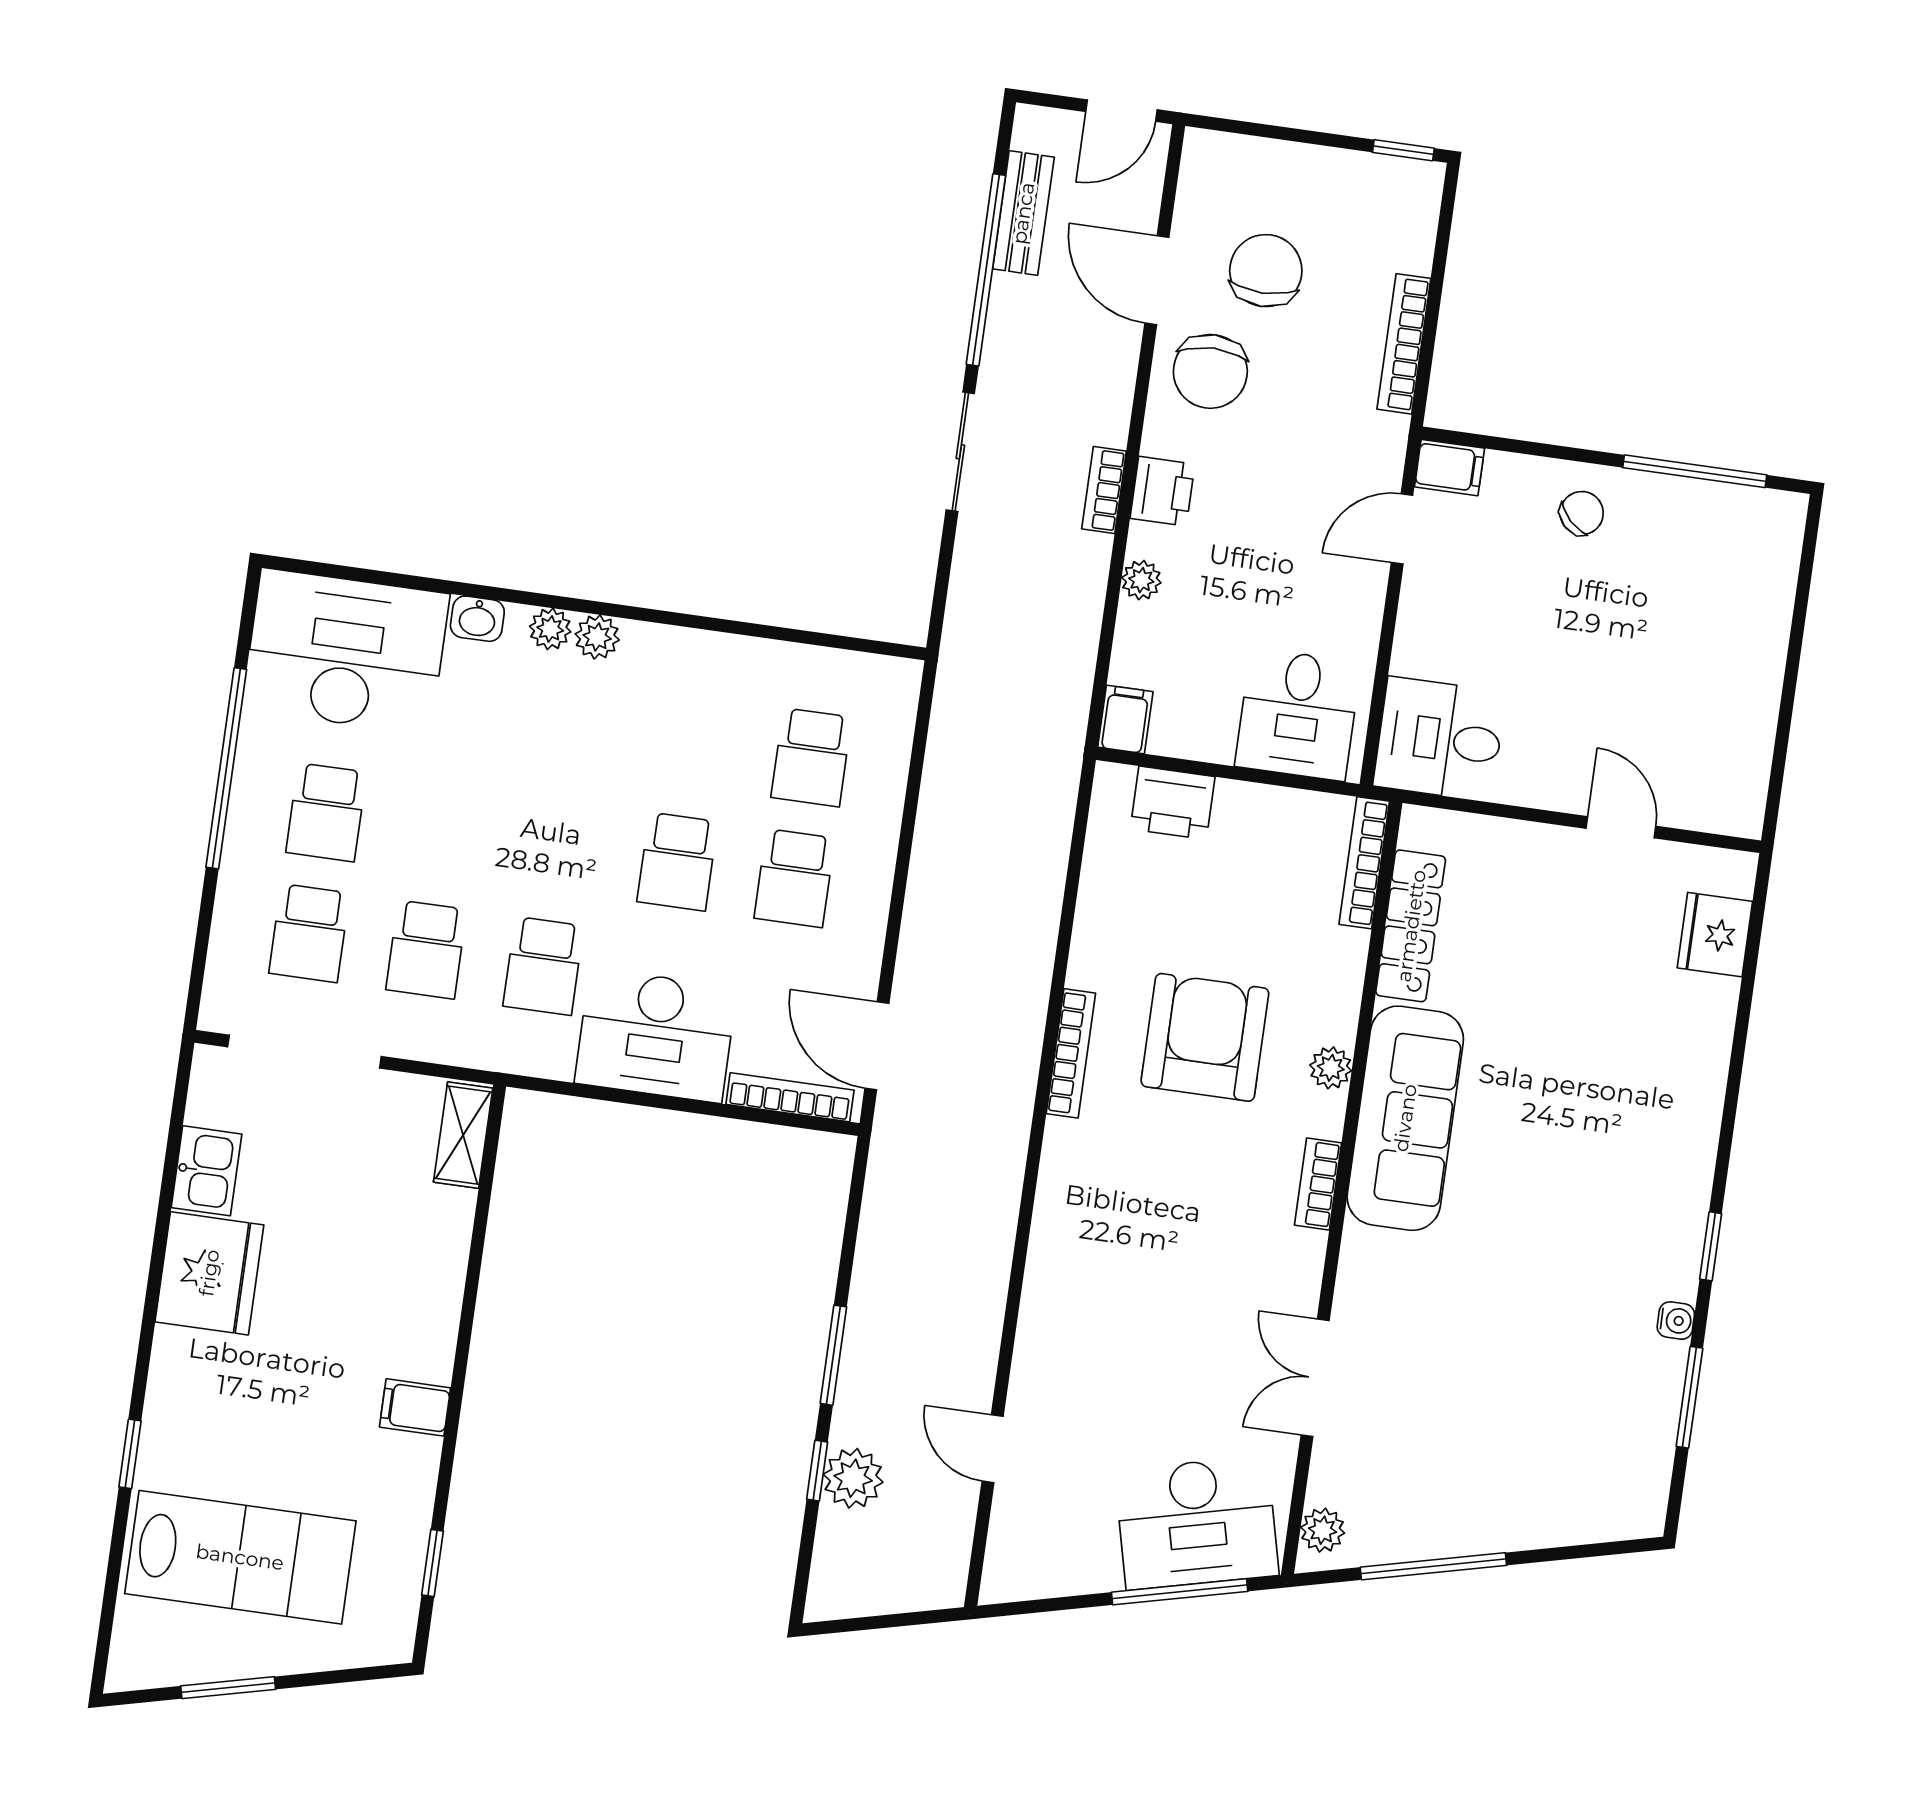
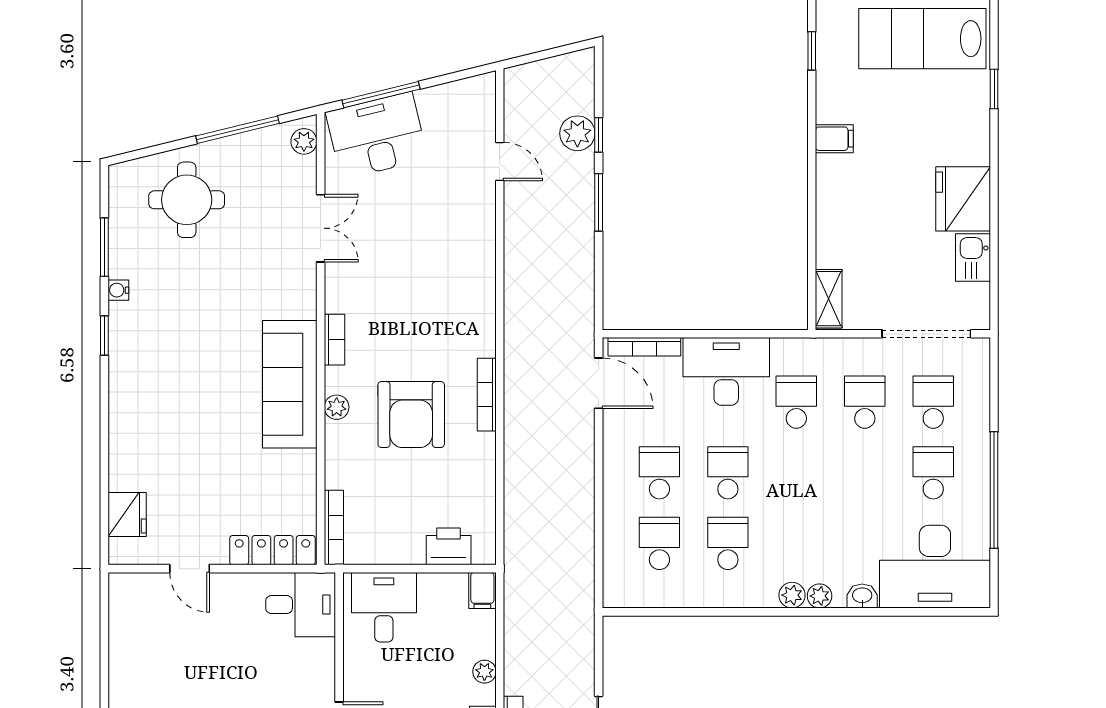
school desk: (694, 741) -> (728, 543), added
locker: (1411, 926) -> (272, 550), moved, turned 90
round table: (1537, 1459) -> (187, 200), added

